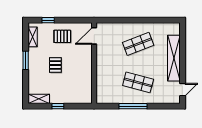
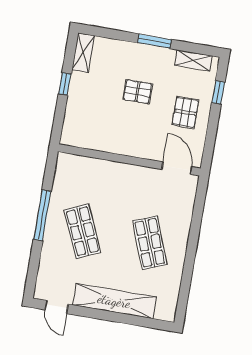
shop shelf: (138, 82) -> (82, 231), turned -39

